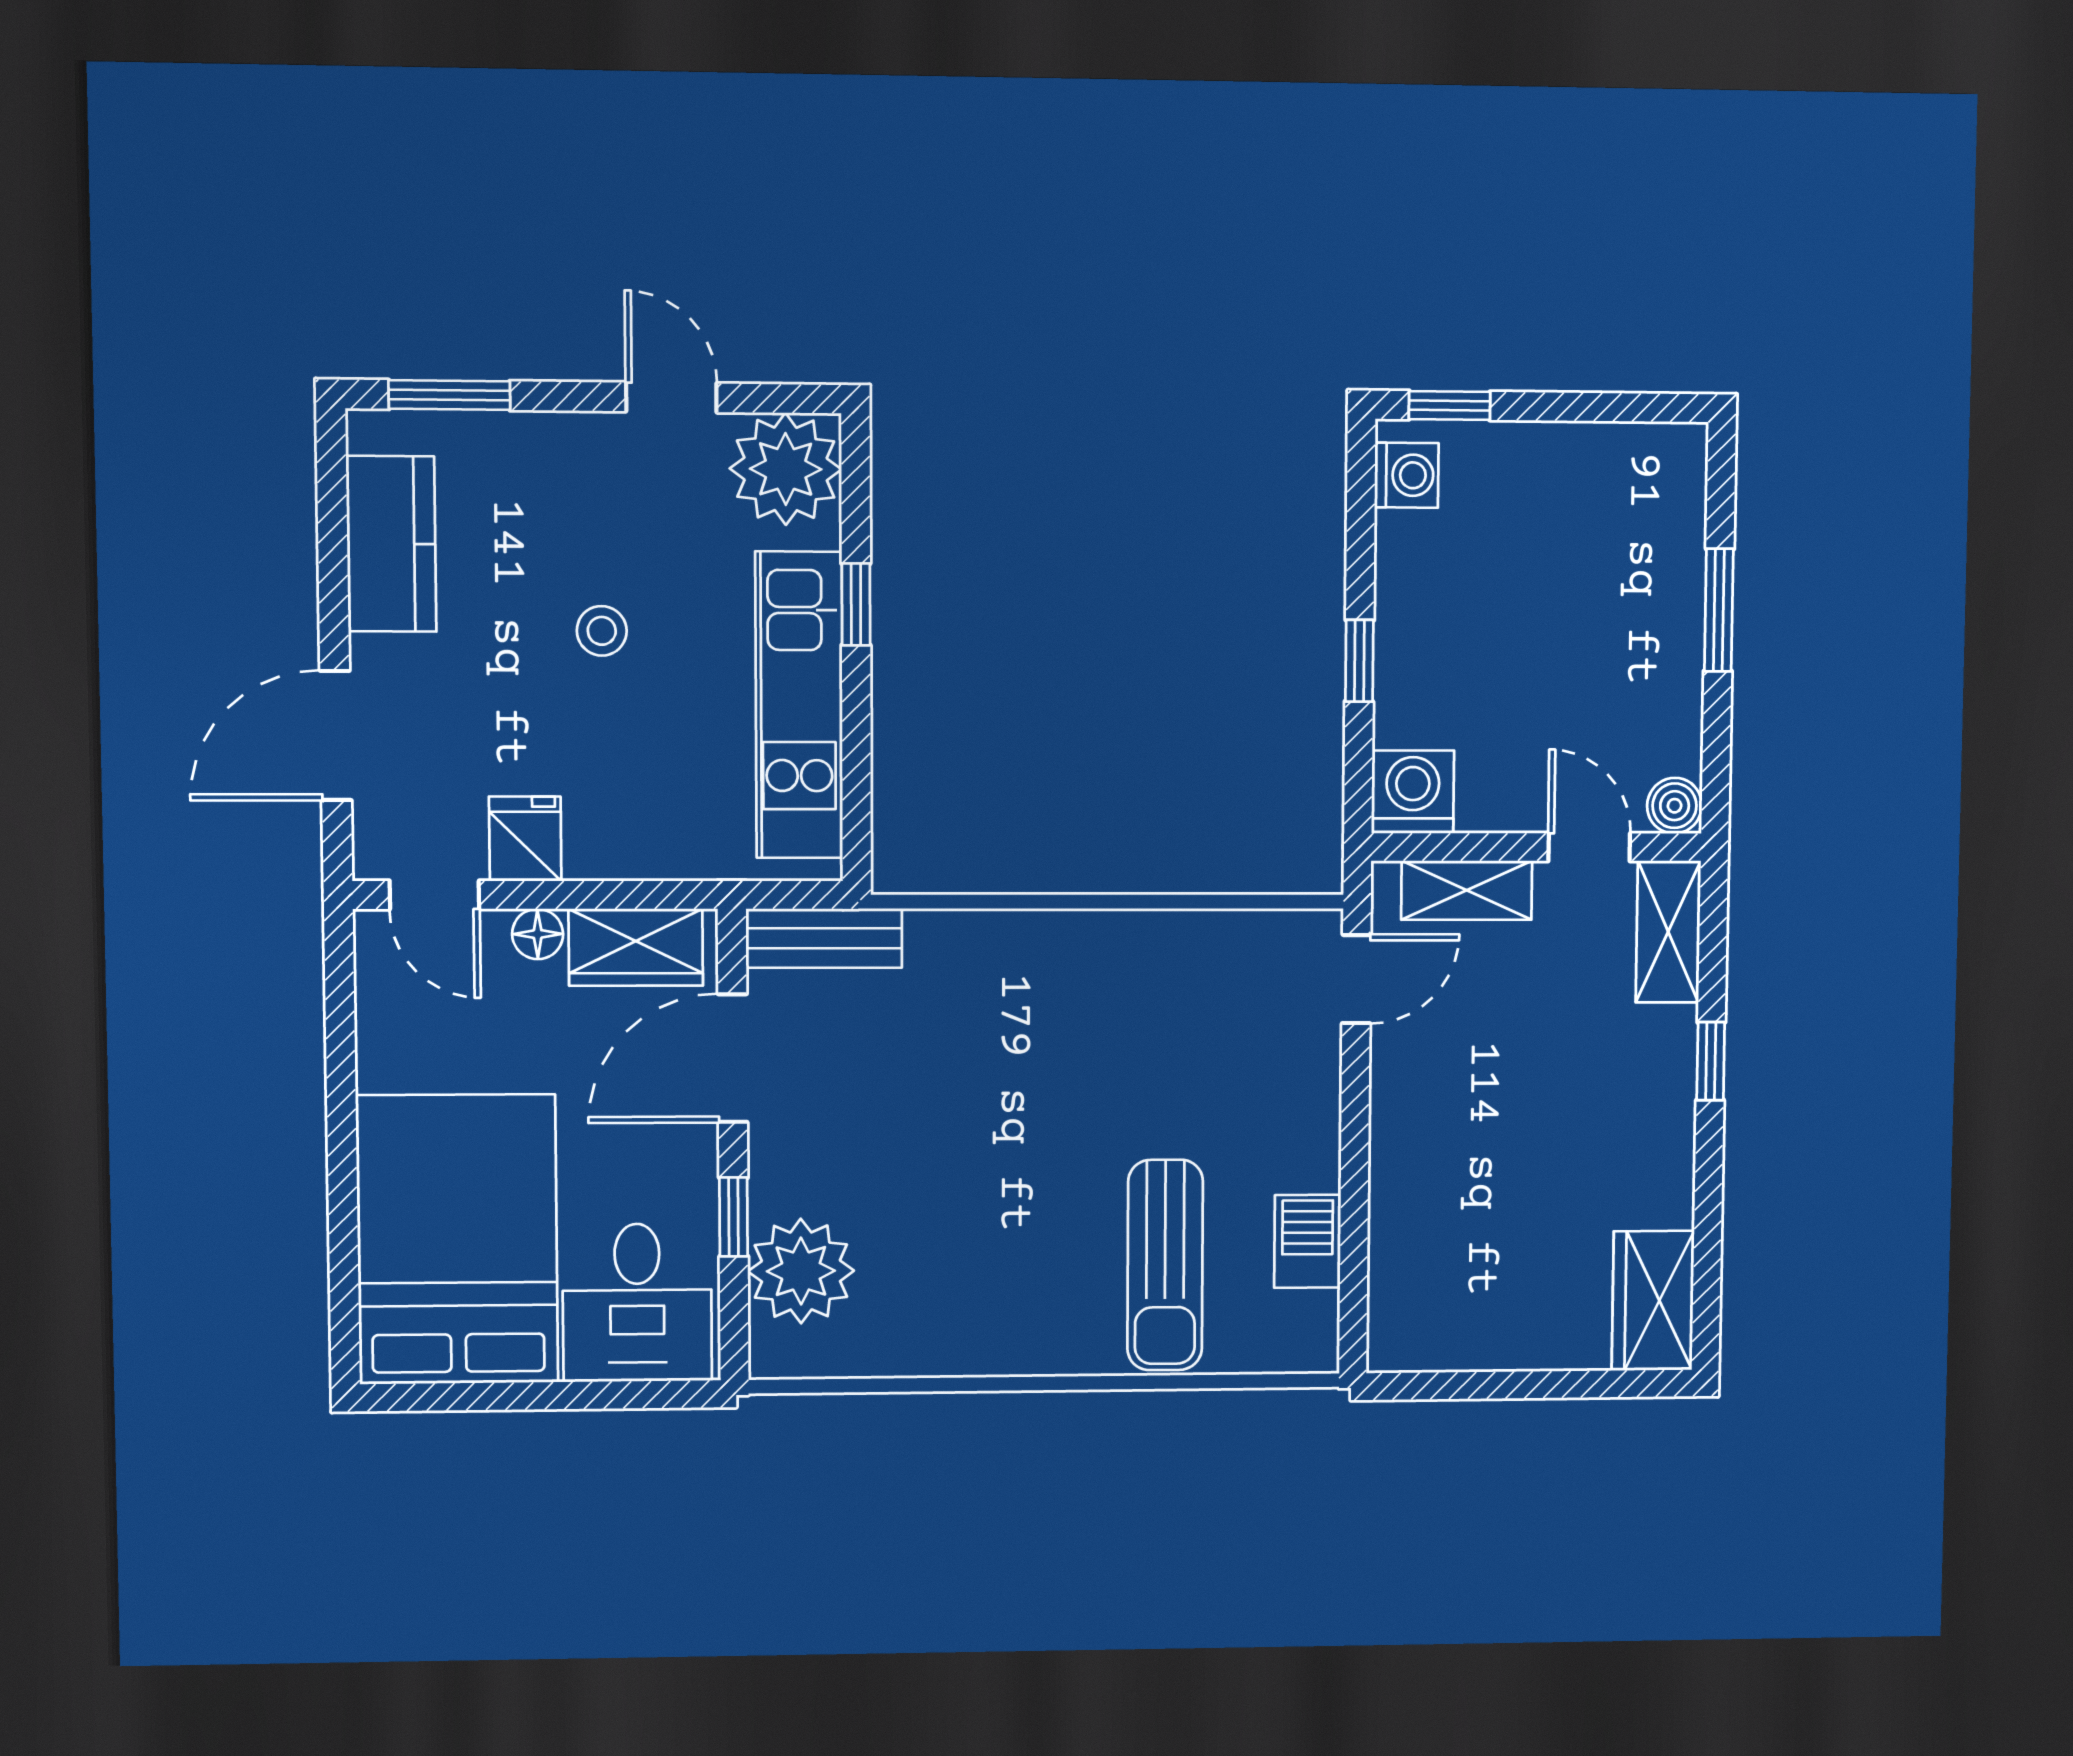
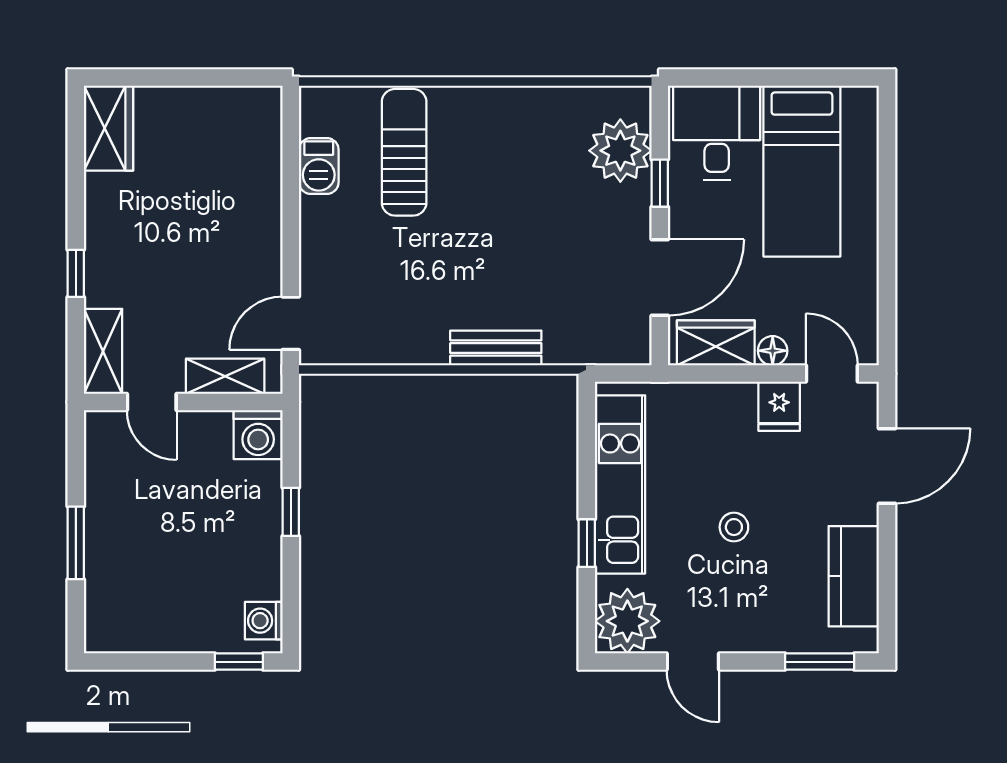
boiler: (1675, 806) -> (101, 427), removed
bench: (824, 938) -> (496, 348), moved
bed: (457, 1239) -> (802, 171), width x0.67

